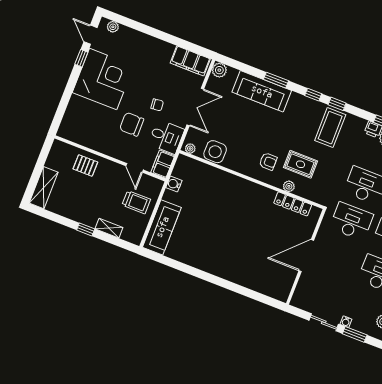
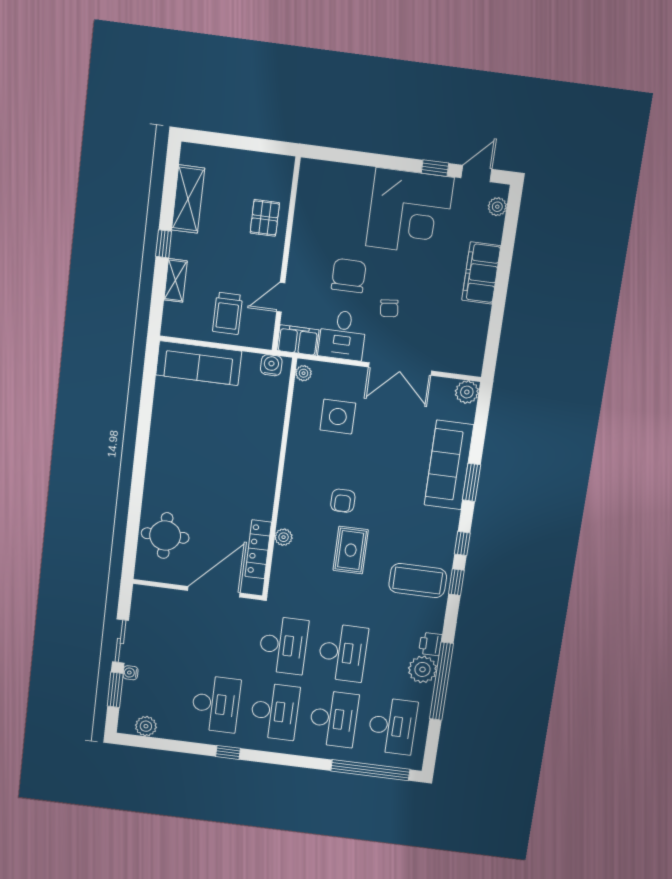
filing cabinet: (190, 61) -> (481, 273), moved
plant: (190, 149) -> (304, 373), moved
wall: (252, 179) -> (279, 479), moved
plant: (289, 186) -> (284, 537), moved
shelving: (44, 188) -> (188, 199), moved, turned 90
locker: (293, 204) -> (258, 549), moved
door: (306, 256) -> (214, 592), hinge flipped
round table: (263, 276) -> (165, 536), added

